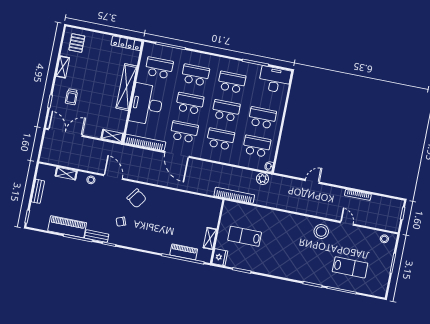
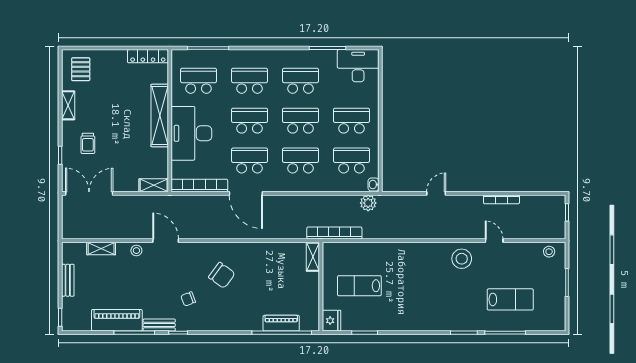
chair: (137, 198) -> (222, 275), moved
shelving: (210, 238) -> (313, 257), moved

